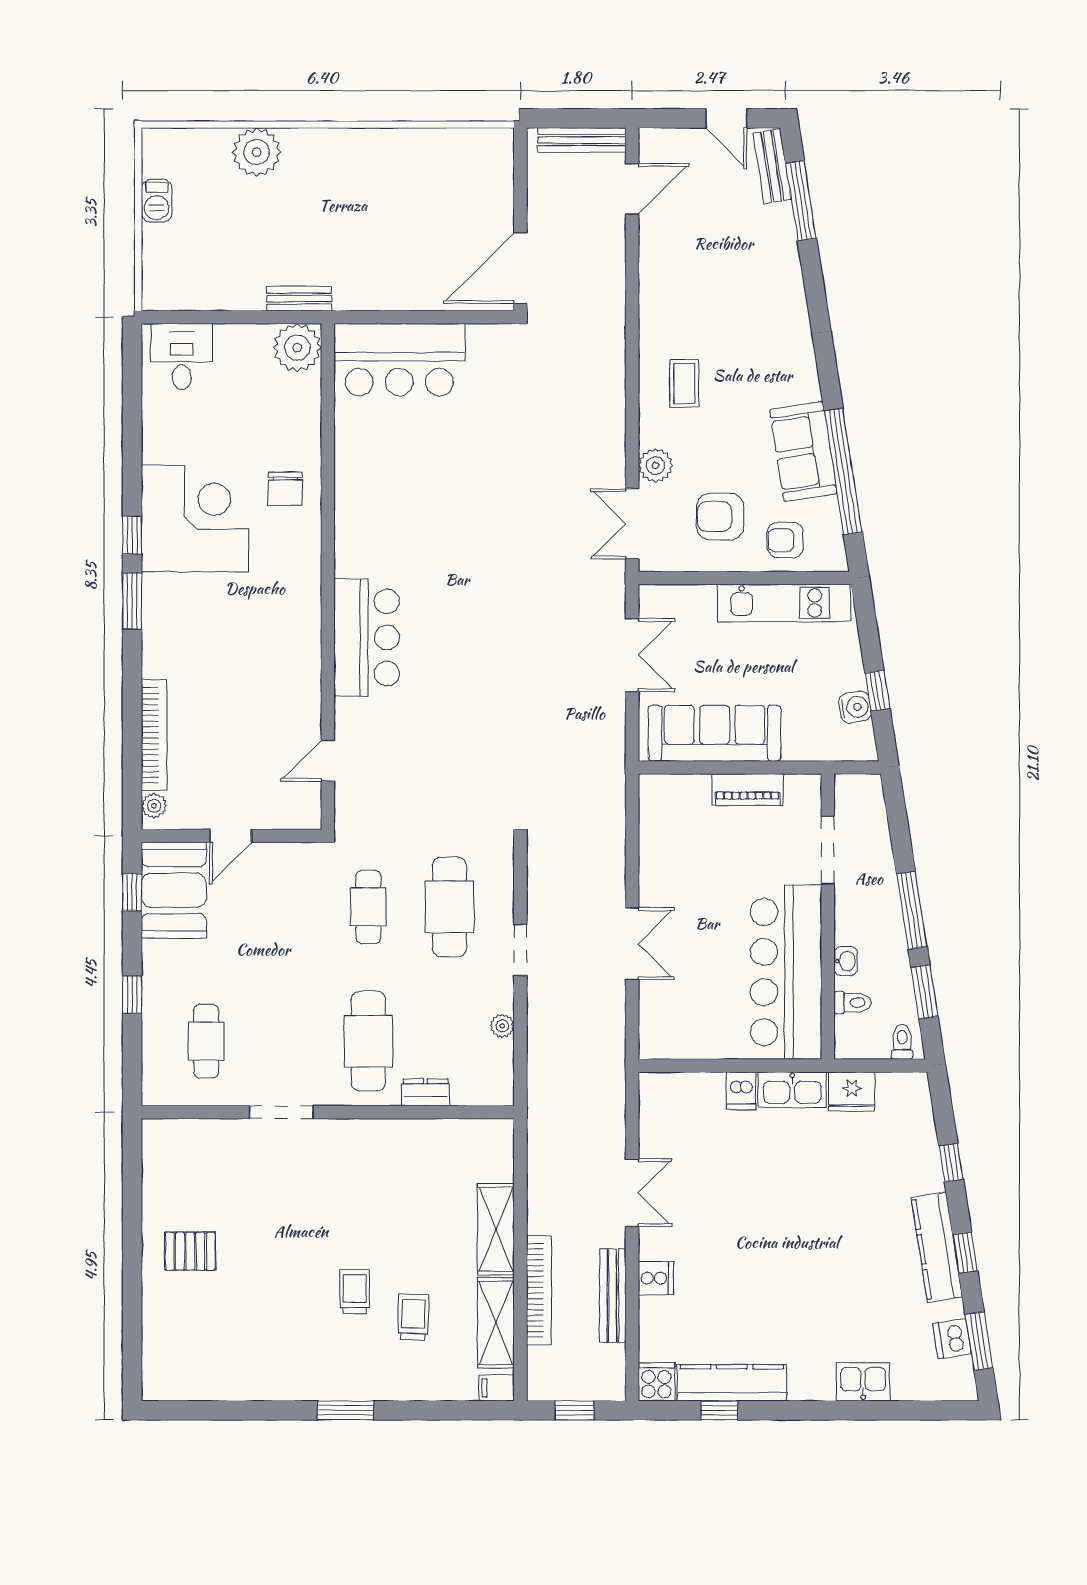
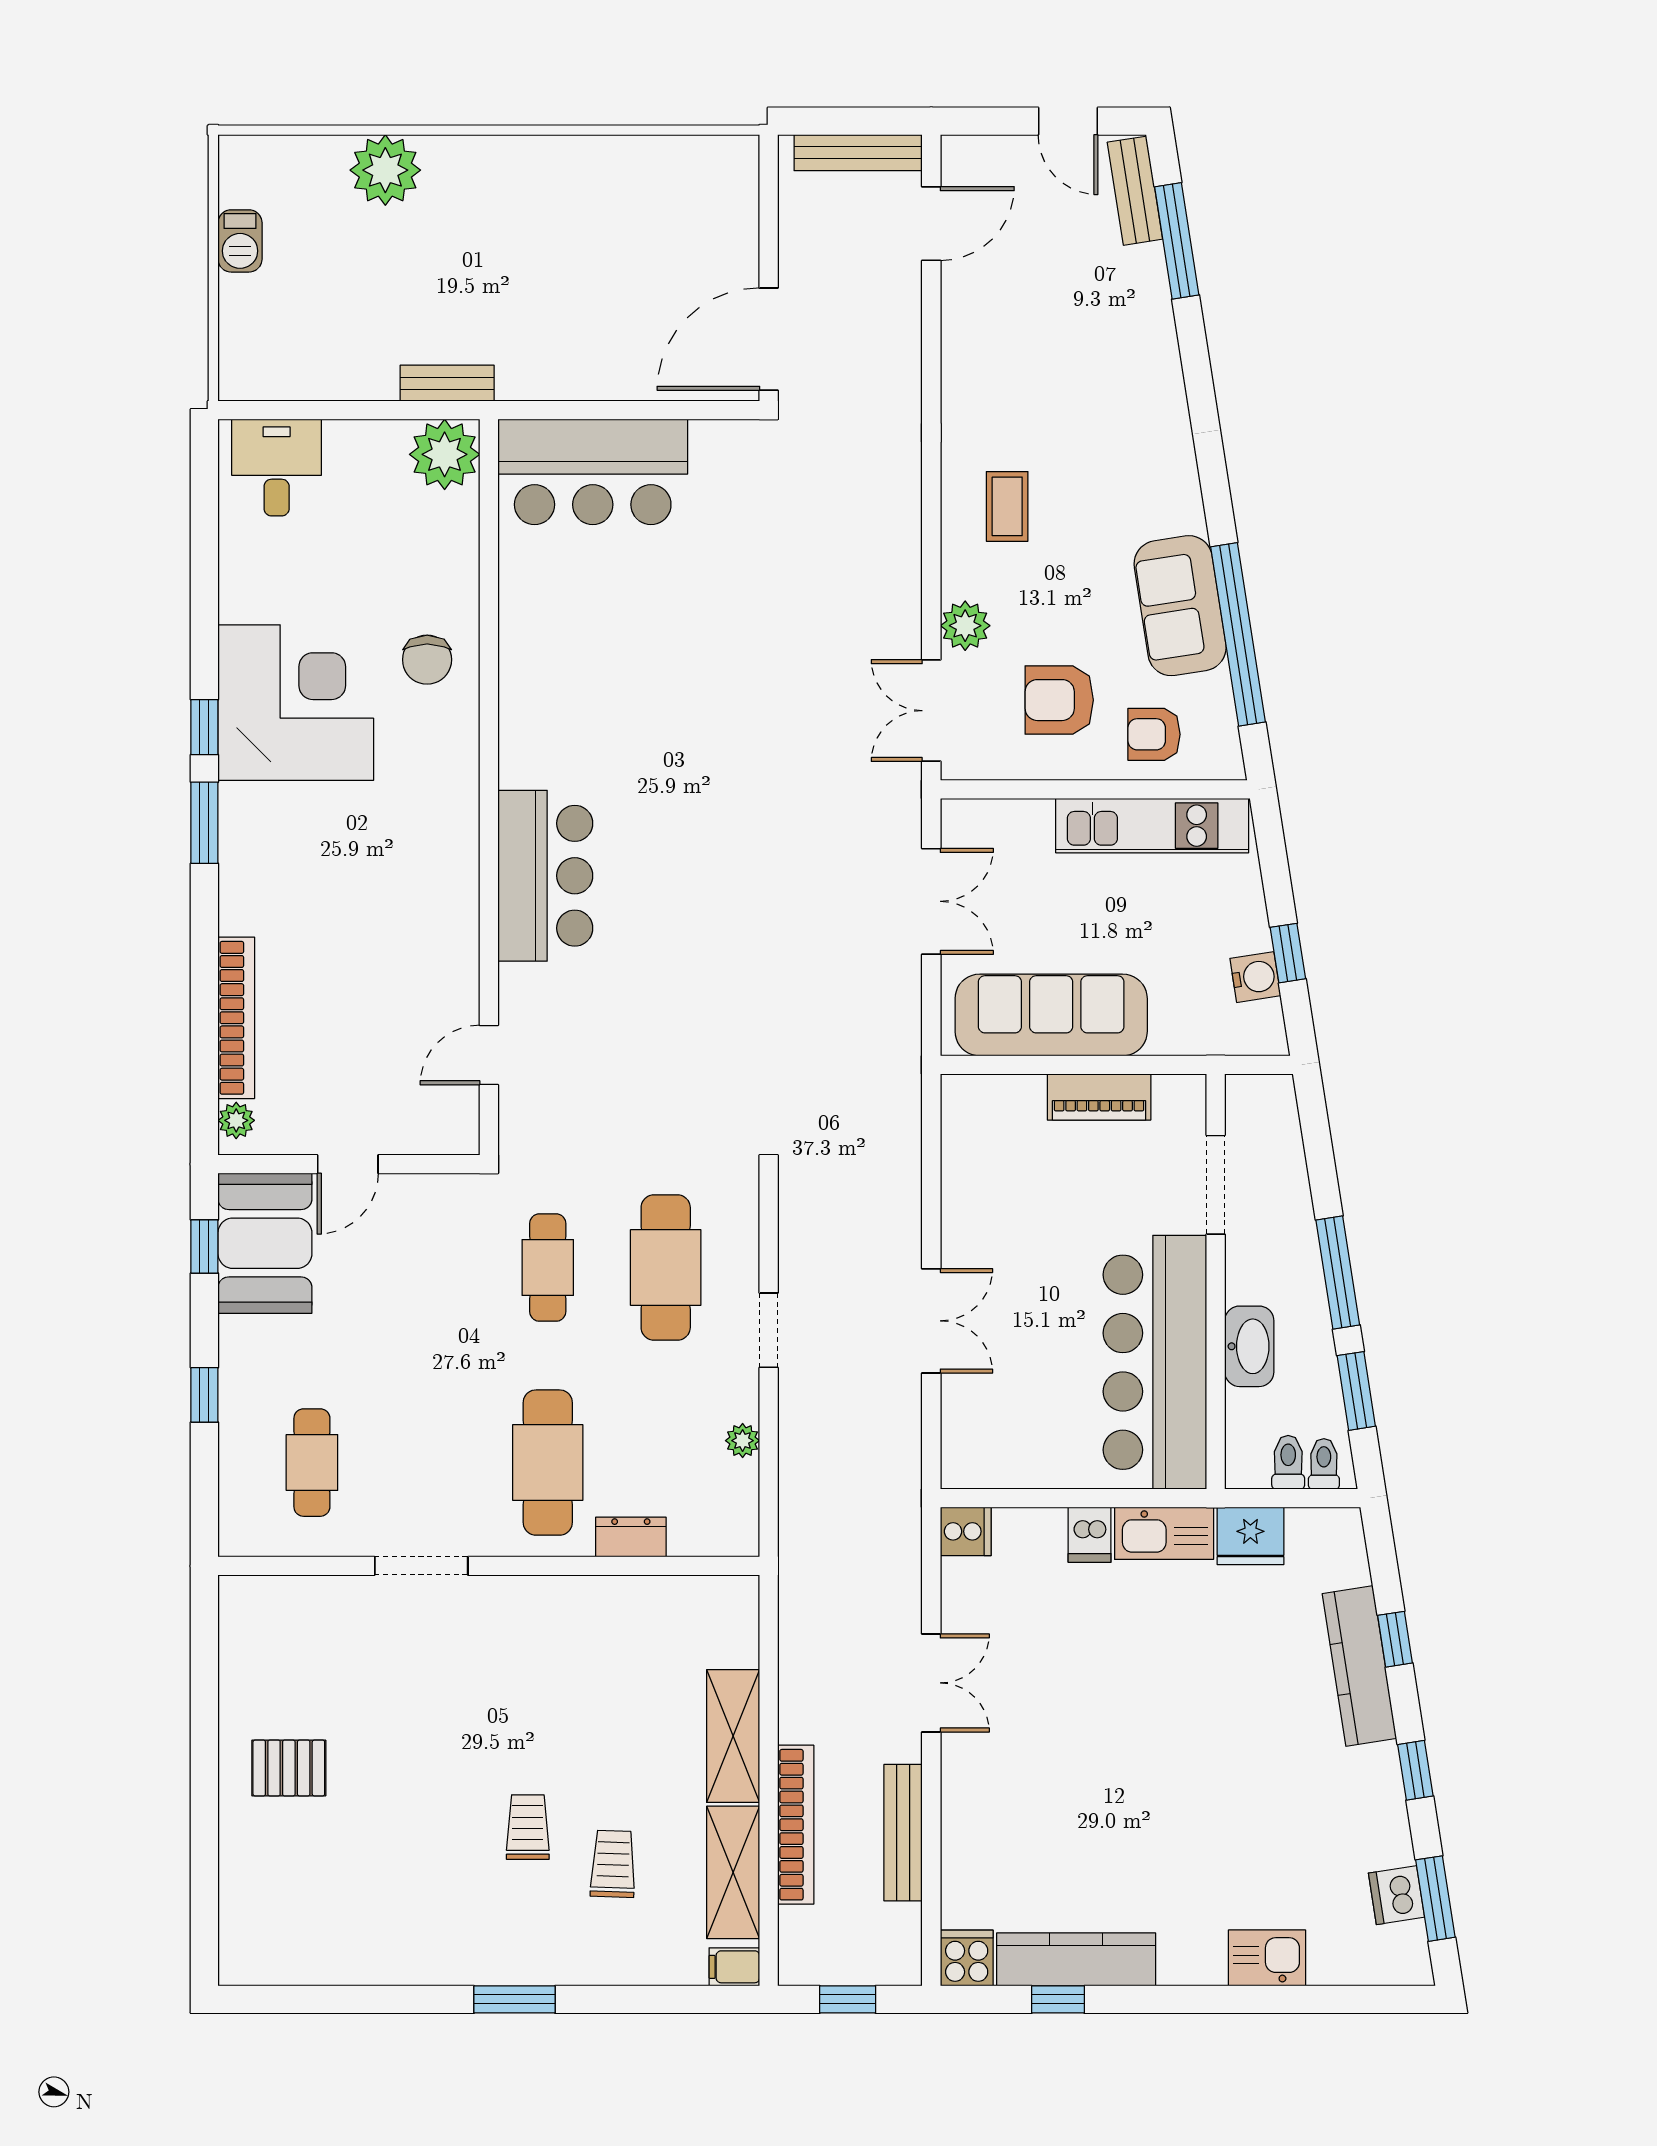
washbasin: (846, 961) -> (1249, 1346), width x1.91, depth x1.45
toilet: (852, 1003) -> (1288, 1462), moved, turned -90
kitchen counter: (937, 1247) -> (1359, 1666), moved
cooker: (656, 1278) -> (966, 1531), moved

